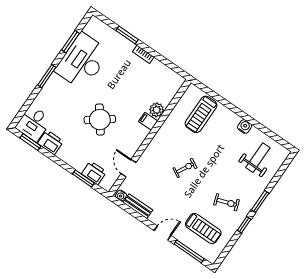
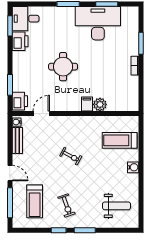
round table: (100, 120) -> (63, 67), turned 37
water cooler: (245, 127) -> (133, 167), moved
printer: (94, 173) -> (20, 101), moved

